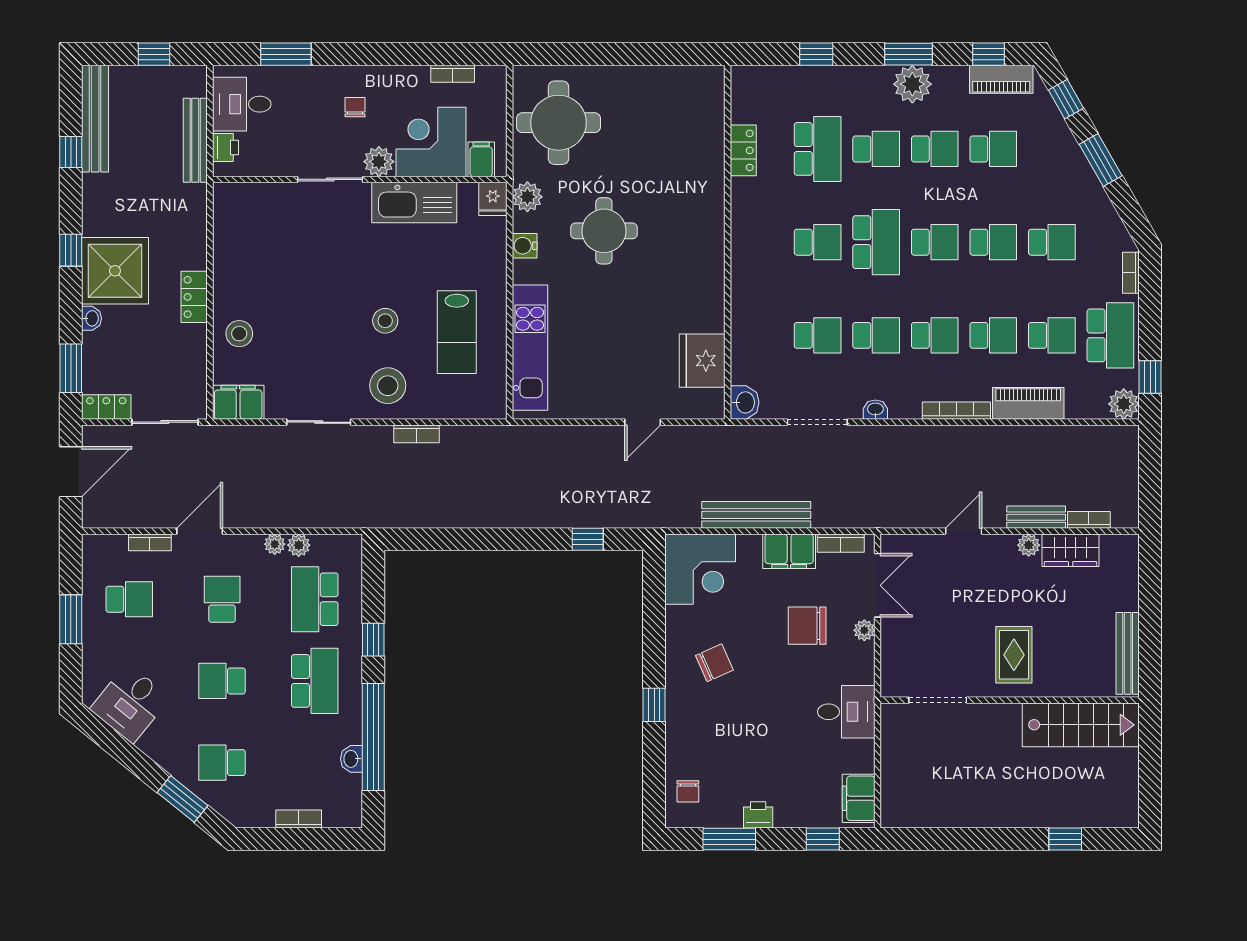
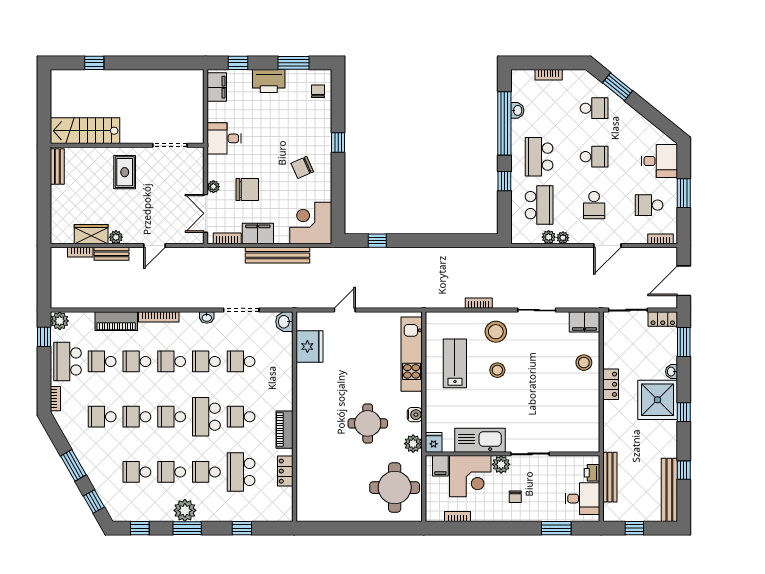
piano: (1001, 79) -> (284, 430), moved, turned -90
bookcase: (150, 542) -> (661, 239), moved
bench: (1128, 653) -> (57, 166), width x0.73
desk: (130, 703) -> (659, 161), moved, turned 51
printer: (758, 815) -> (269, 81), width x1.87, depth x1.48

